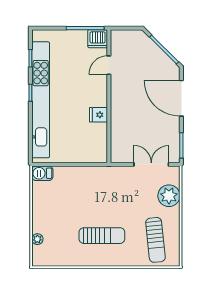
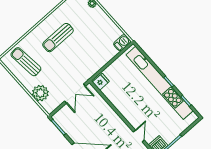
fridge: (98, 115) -> (101, 82), moved
double door: (151, 164) -> (75, 94), moved

